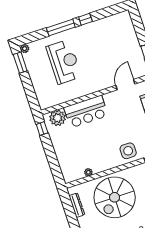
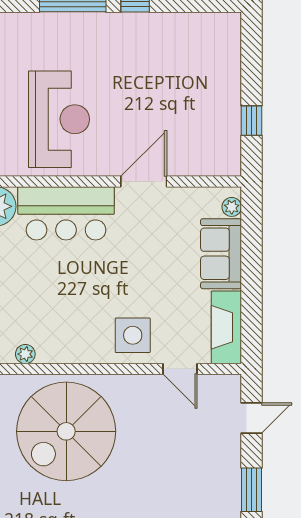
reception desk: (64, 62) -> (59, 119), moved
door: (125, 85) -> (144, 182), moved

